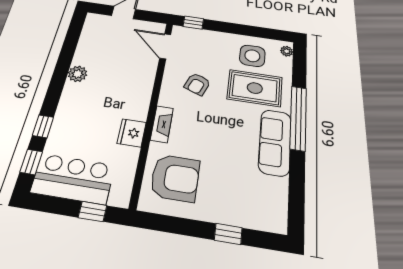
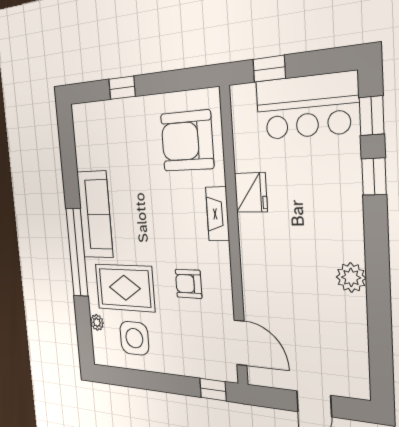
plant: (287, 51) -> (97, 322), moved
armchair: (197, 84) -> (189, 284), turned -111

